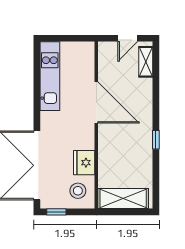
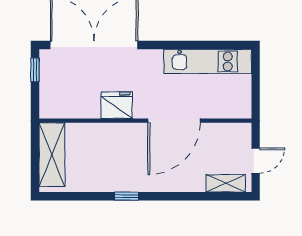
door: (128, 38) -> (256, 161), swing flipped
fridge: (84, 163) -> (117, 105), moved
stool: (78, 191) -> (62, 97), removed

